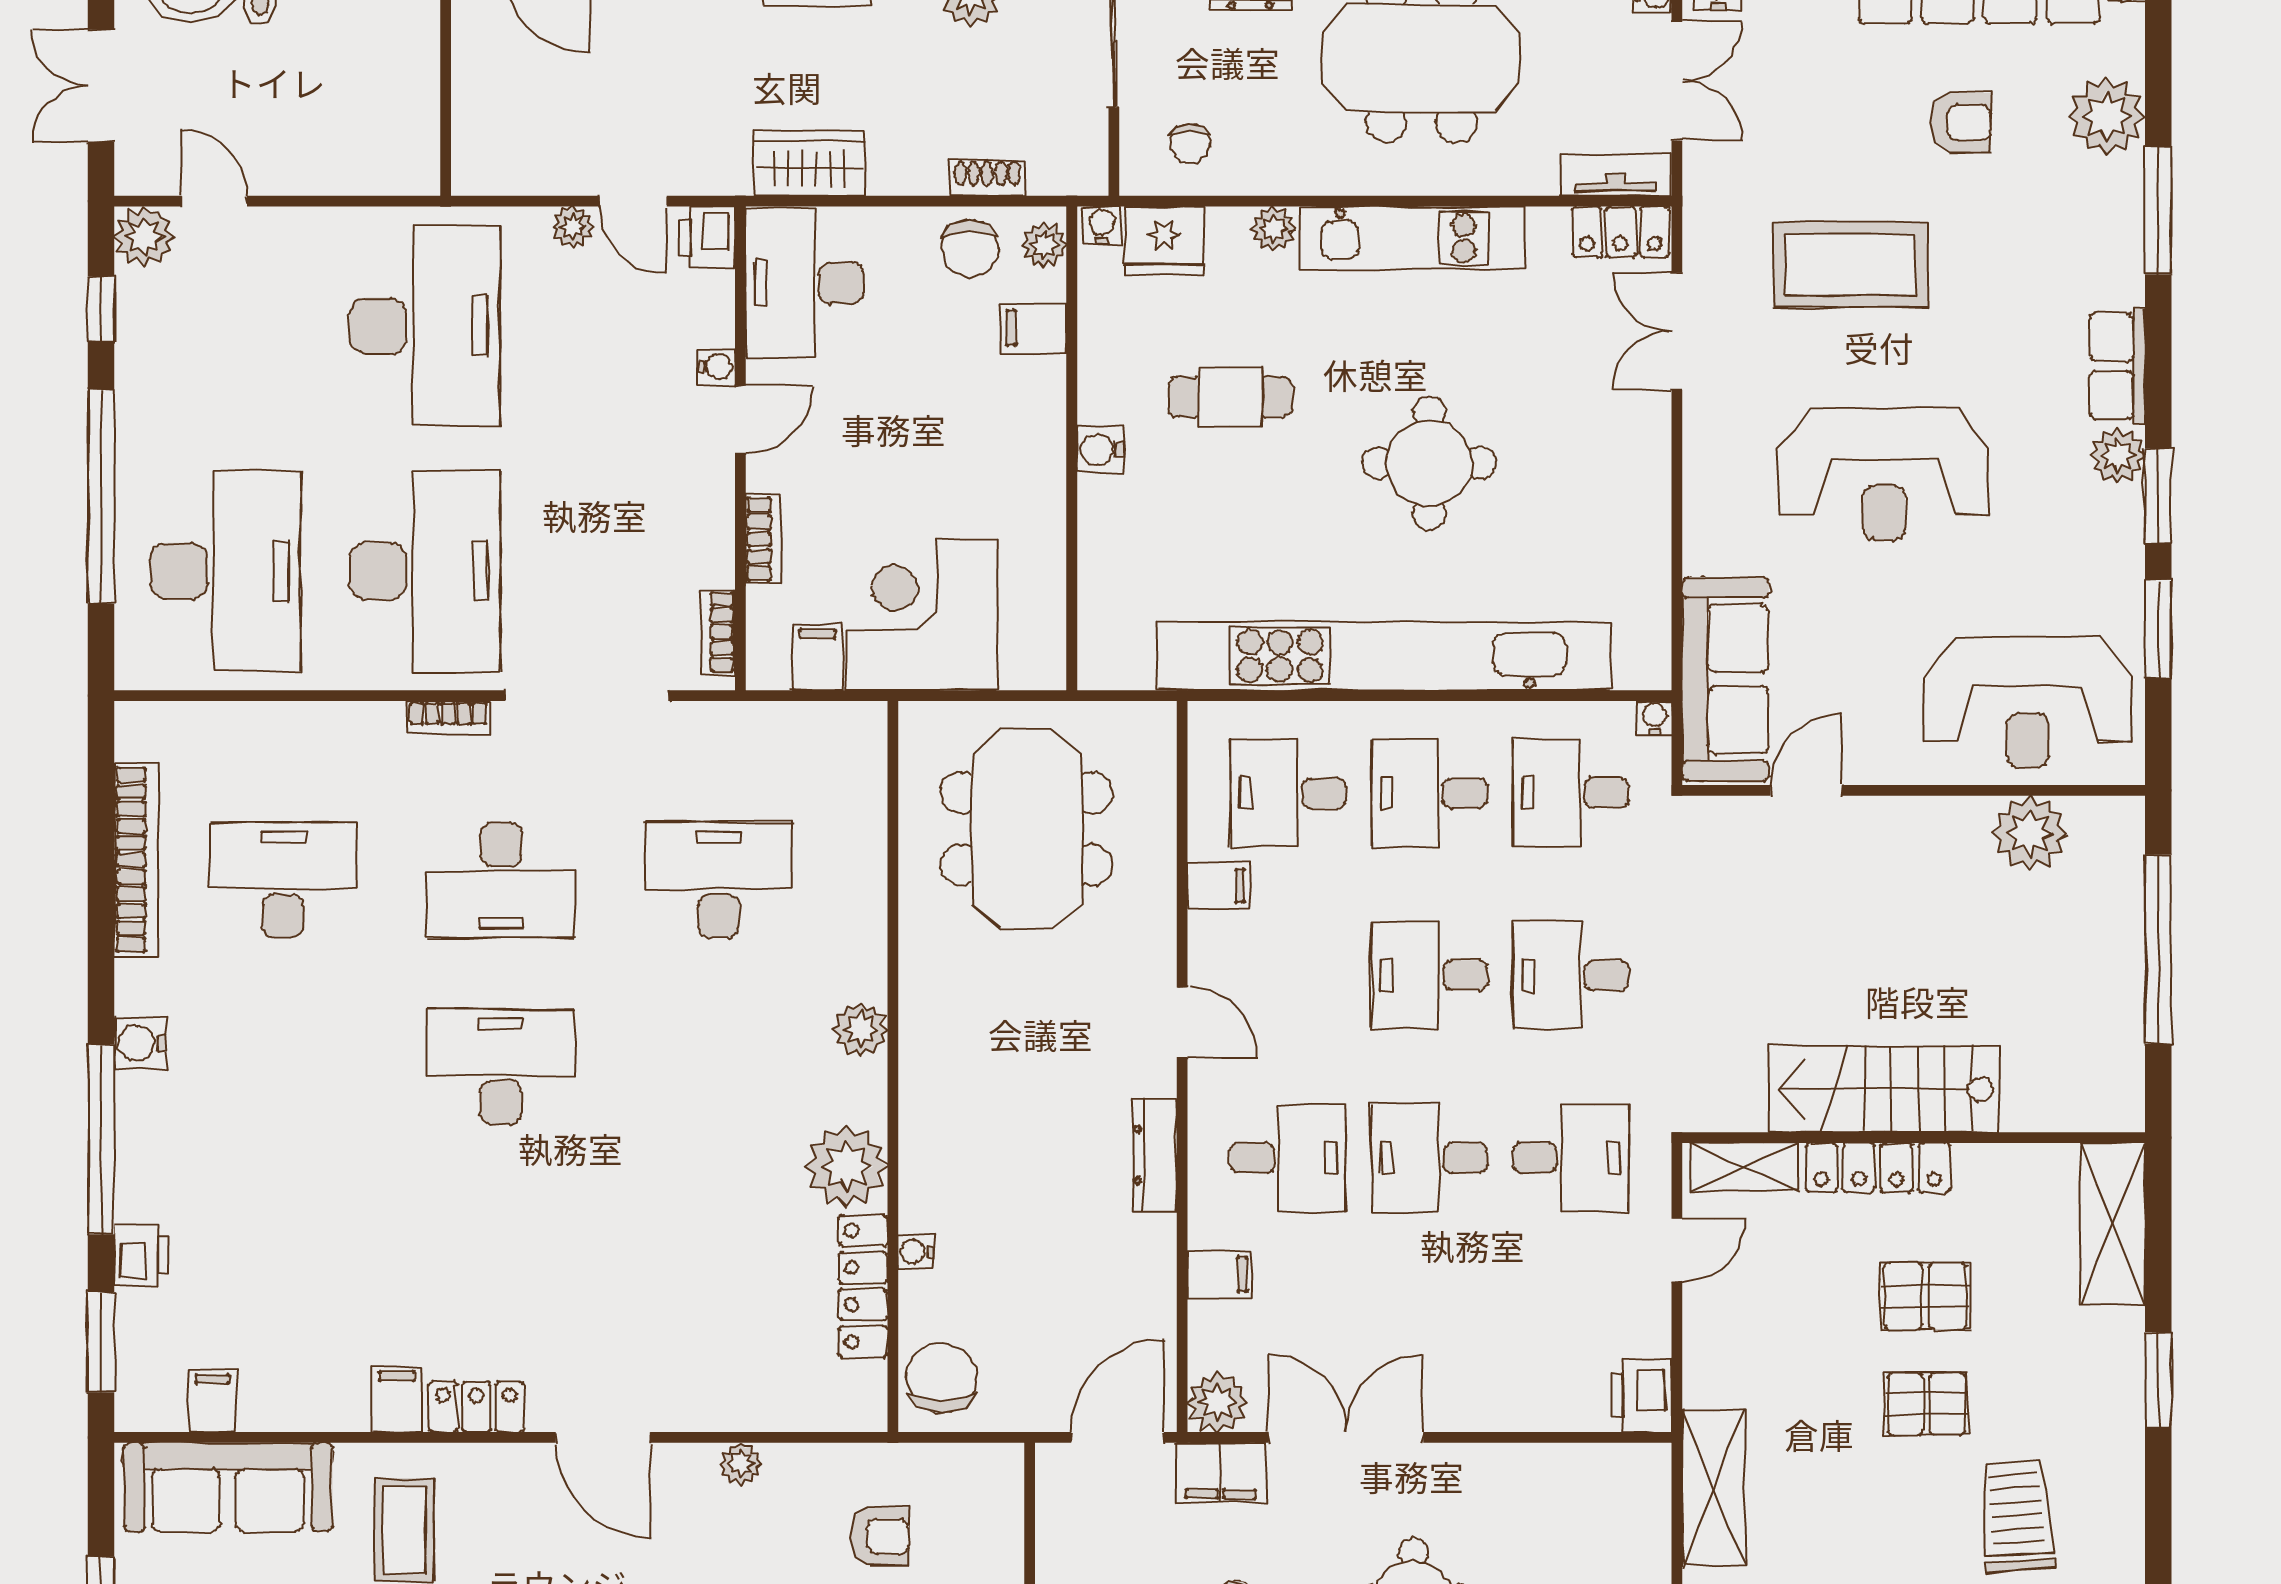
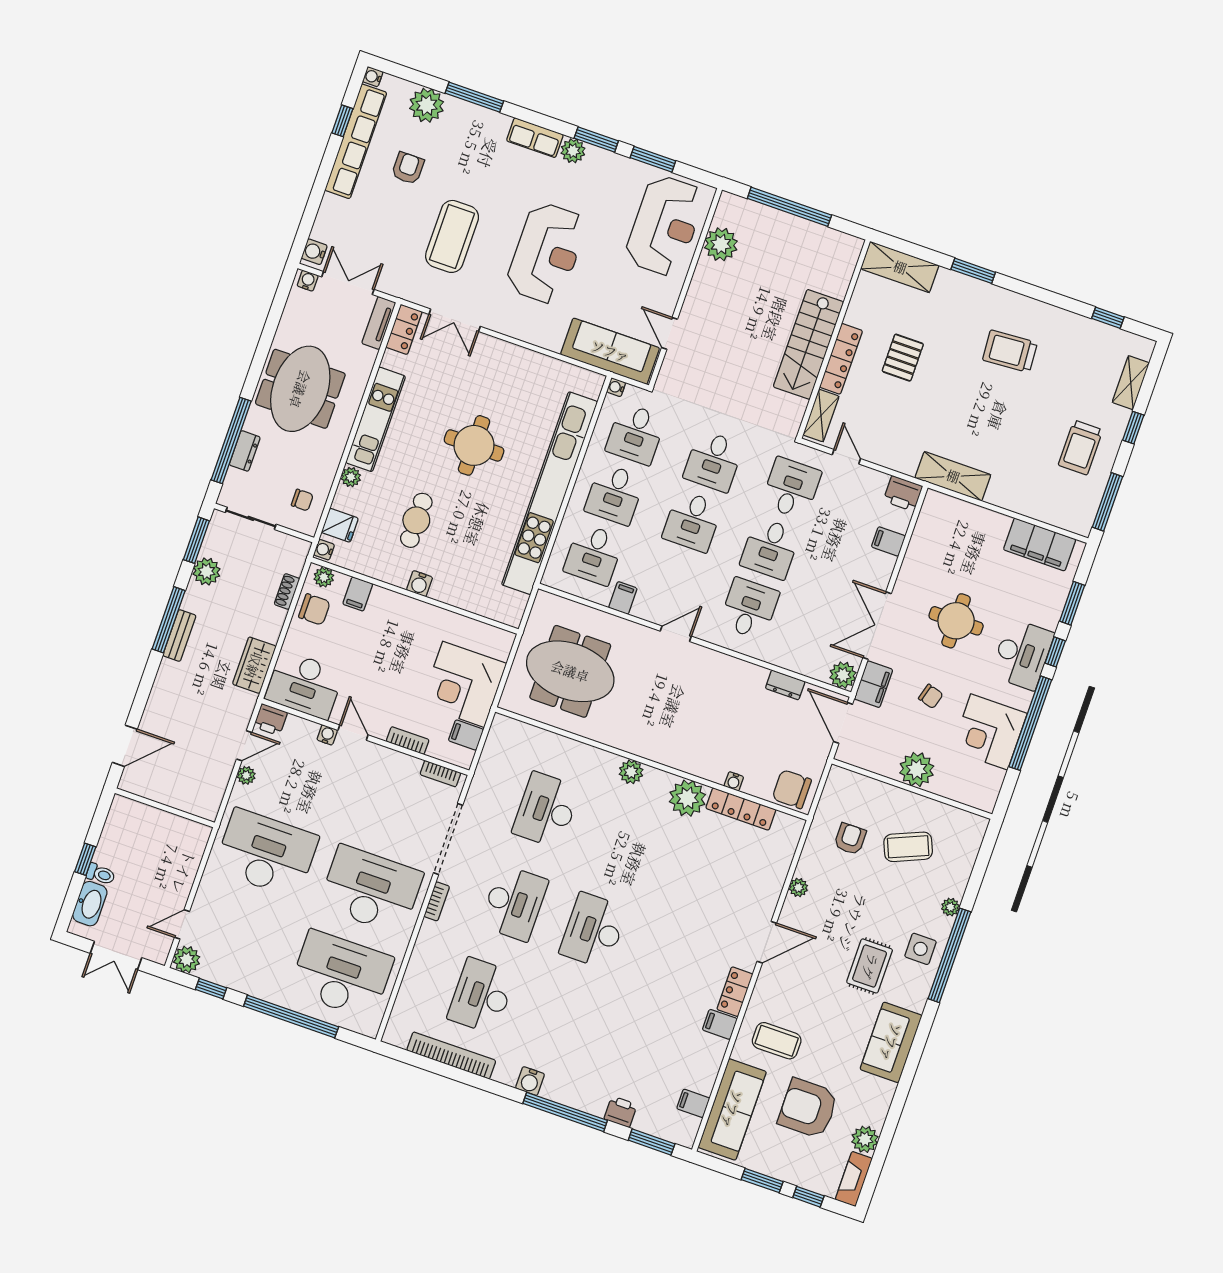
fridge: (1164, 240) -> (340, 525), width x0.72
dresser: (1155, 1155) -> (785, 685), moved, width x0.70
filing cabinet: (1220, 1275) -> (888, 541), moved, turned -90
pallet: (1926, 1404) -> (949, 373), removed

